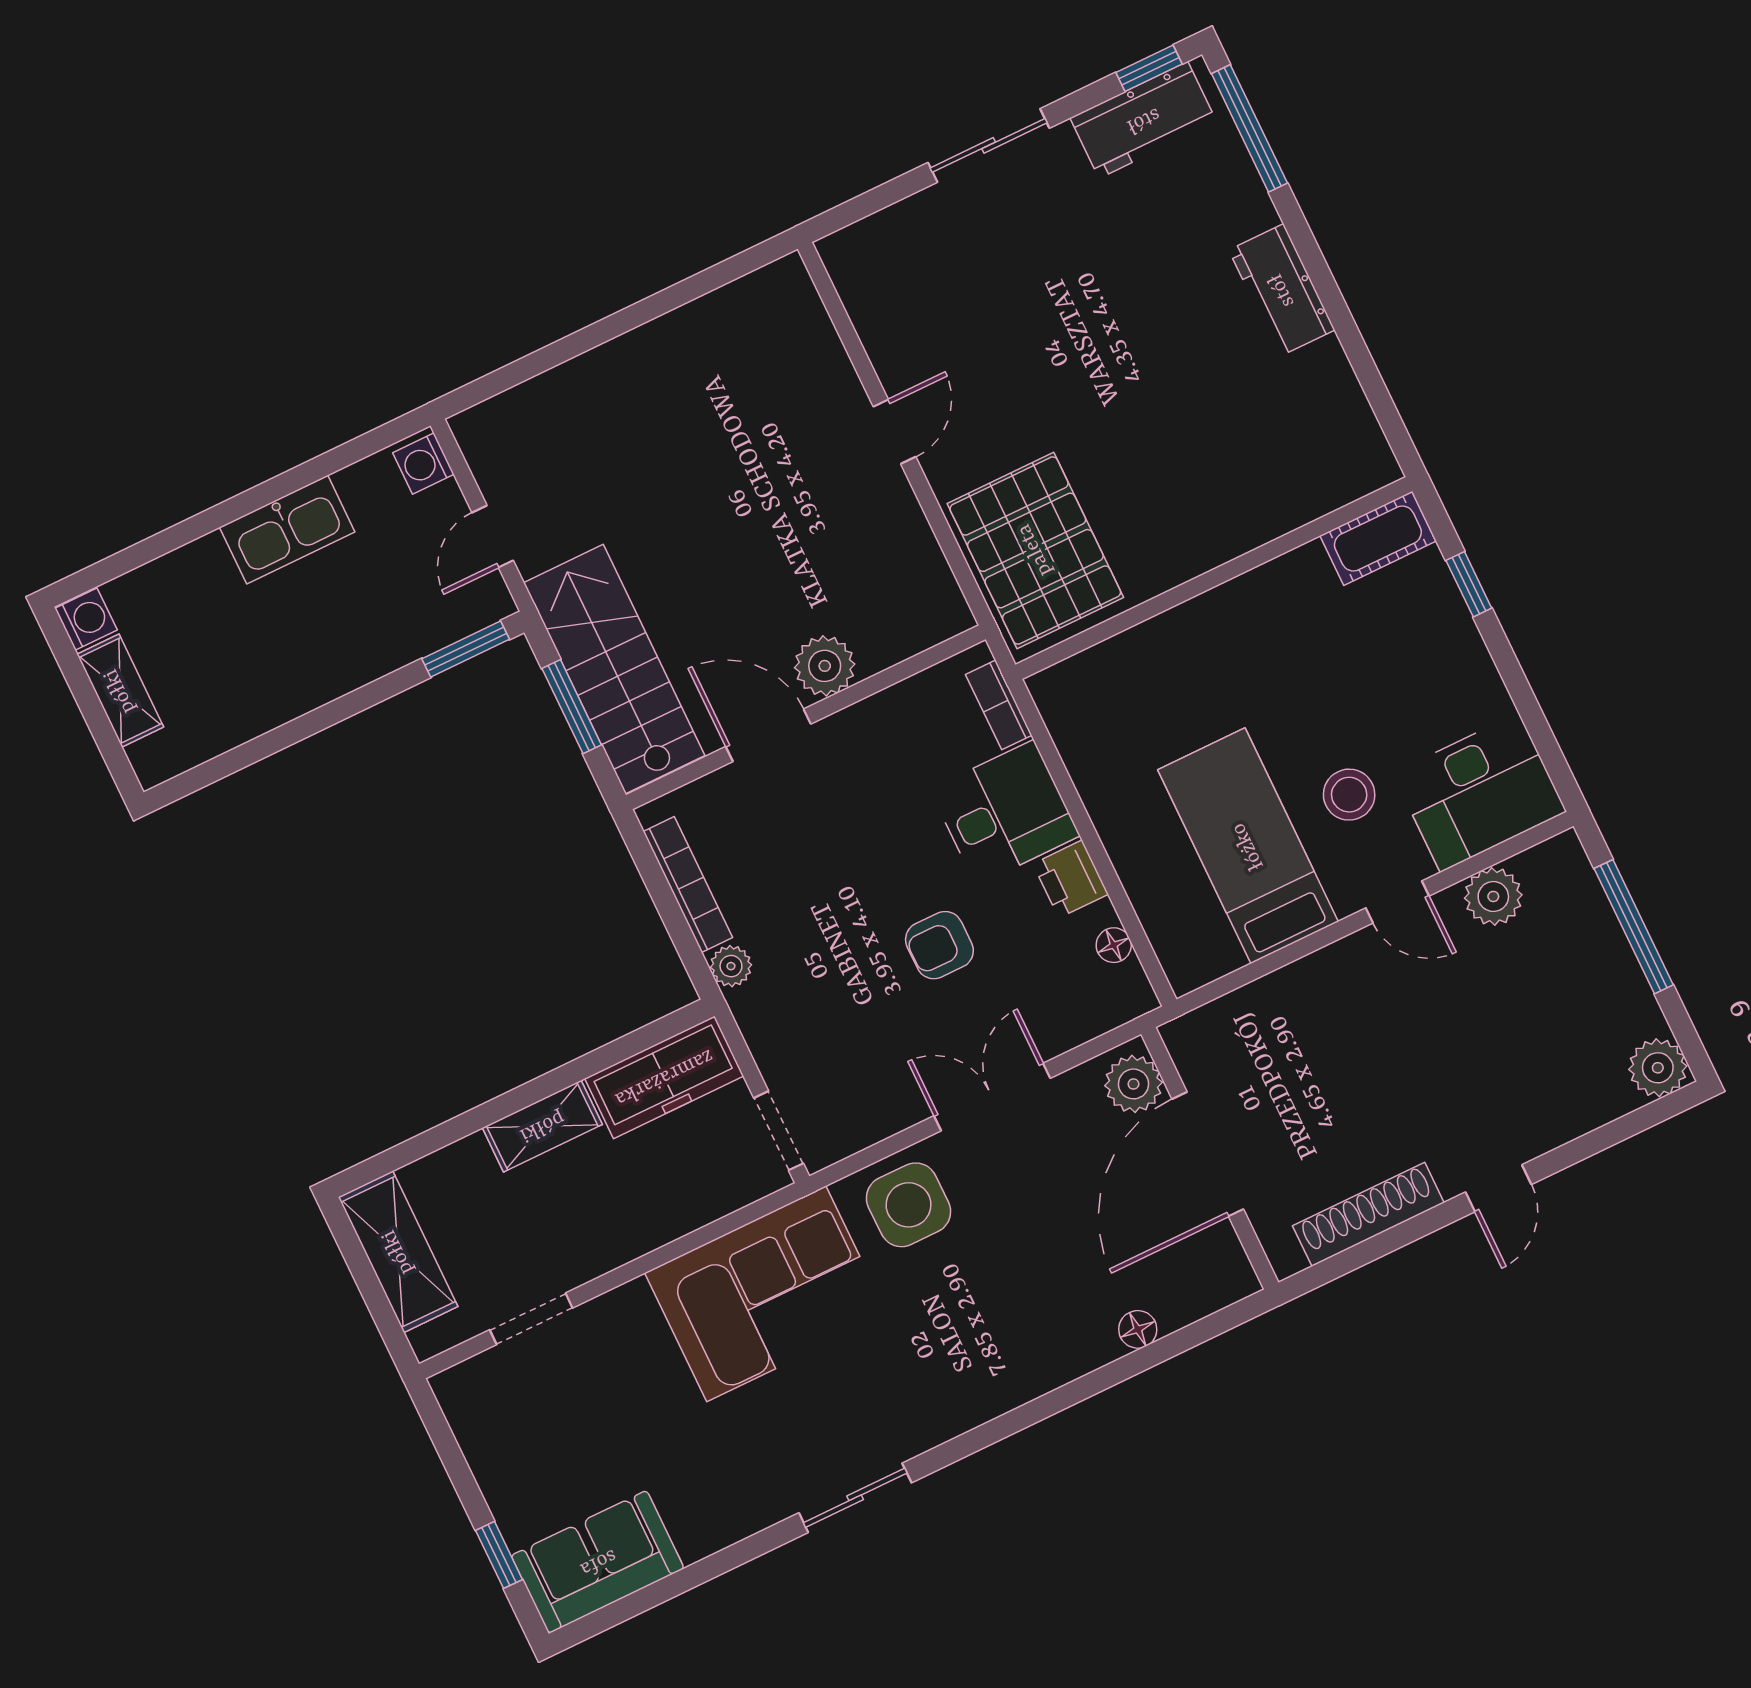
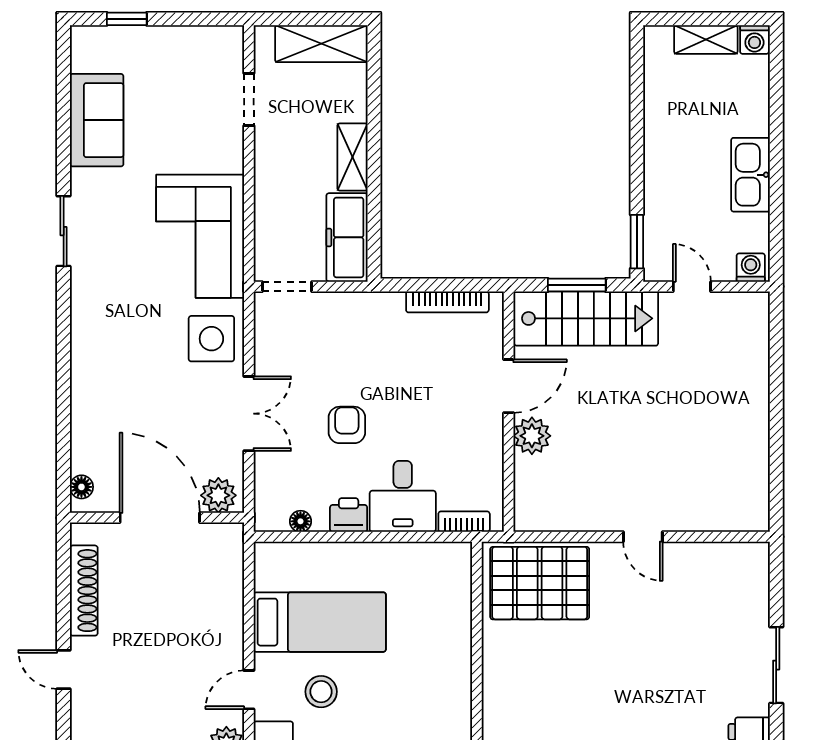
plant: (731, 966) -> (391, 304), removed
floor lamp: (1138, 1329) -> (81, 487), moved
sofa: (598, 1562) -> (97, 120), moved

